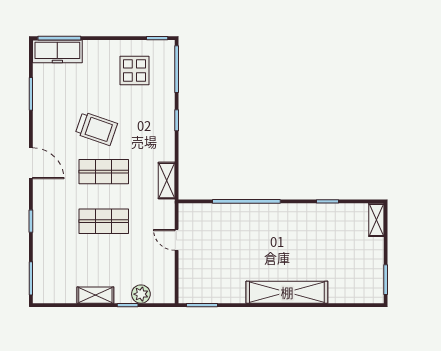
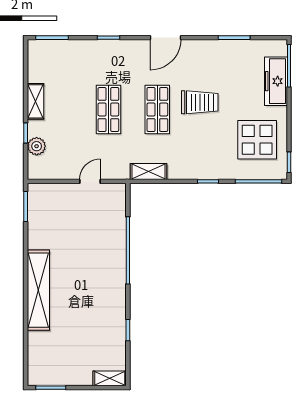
freezer: (57, 51) -> (276, 81), moved
display table: (134, 70) -> (257, 140), width x1.36, depth x1.36
trolley: (96, 129) -> (200, 102), turned -109

